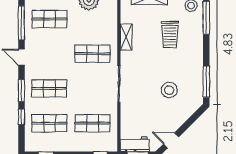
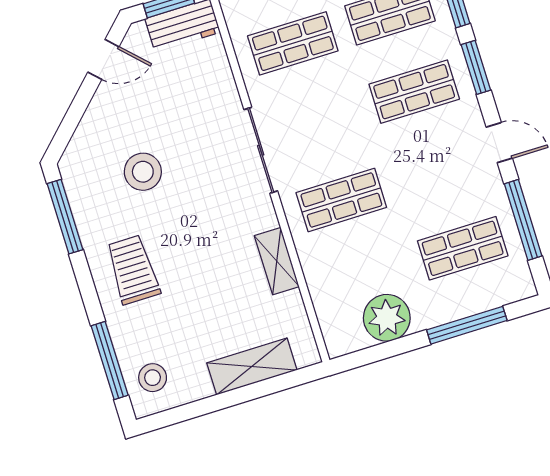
trolley: (170, 35) -> (133, 270), moved

